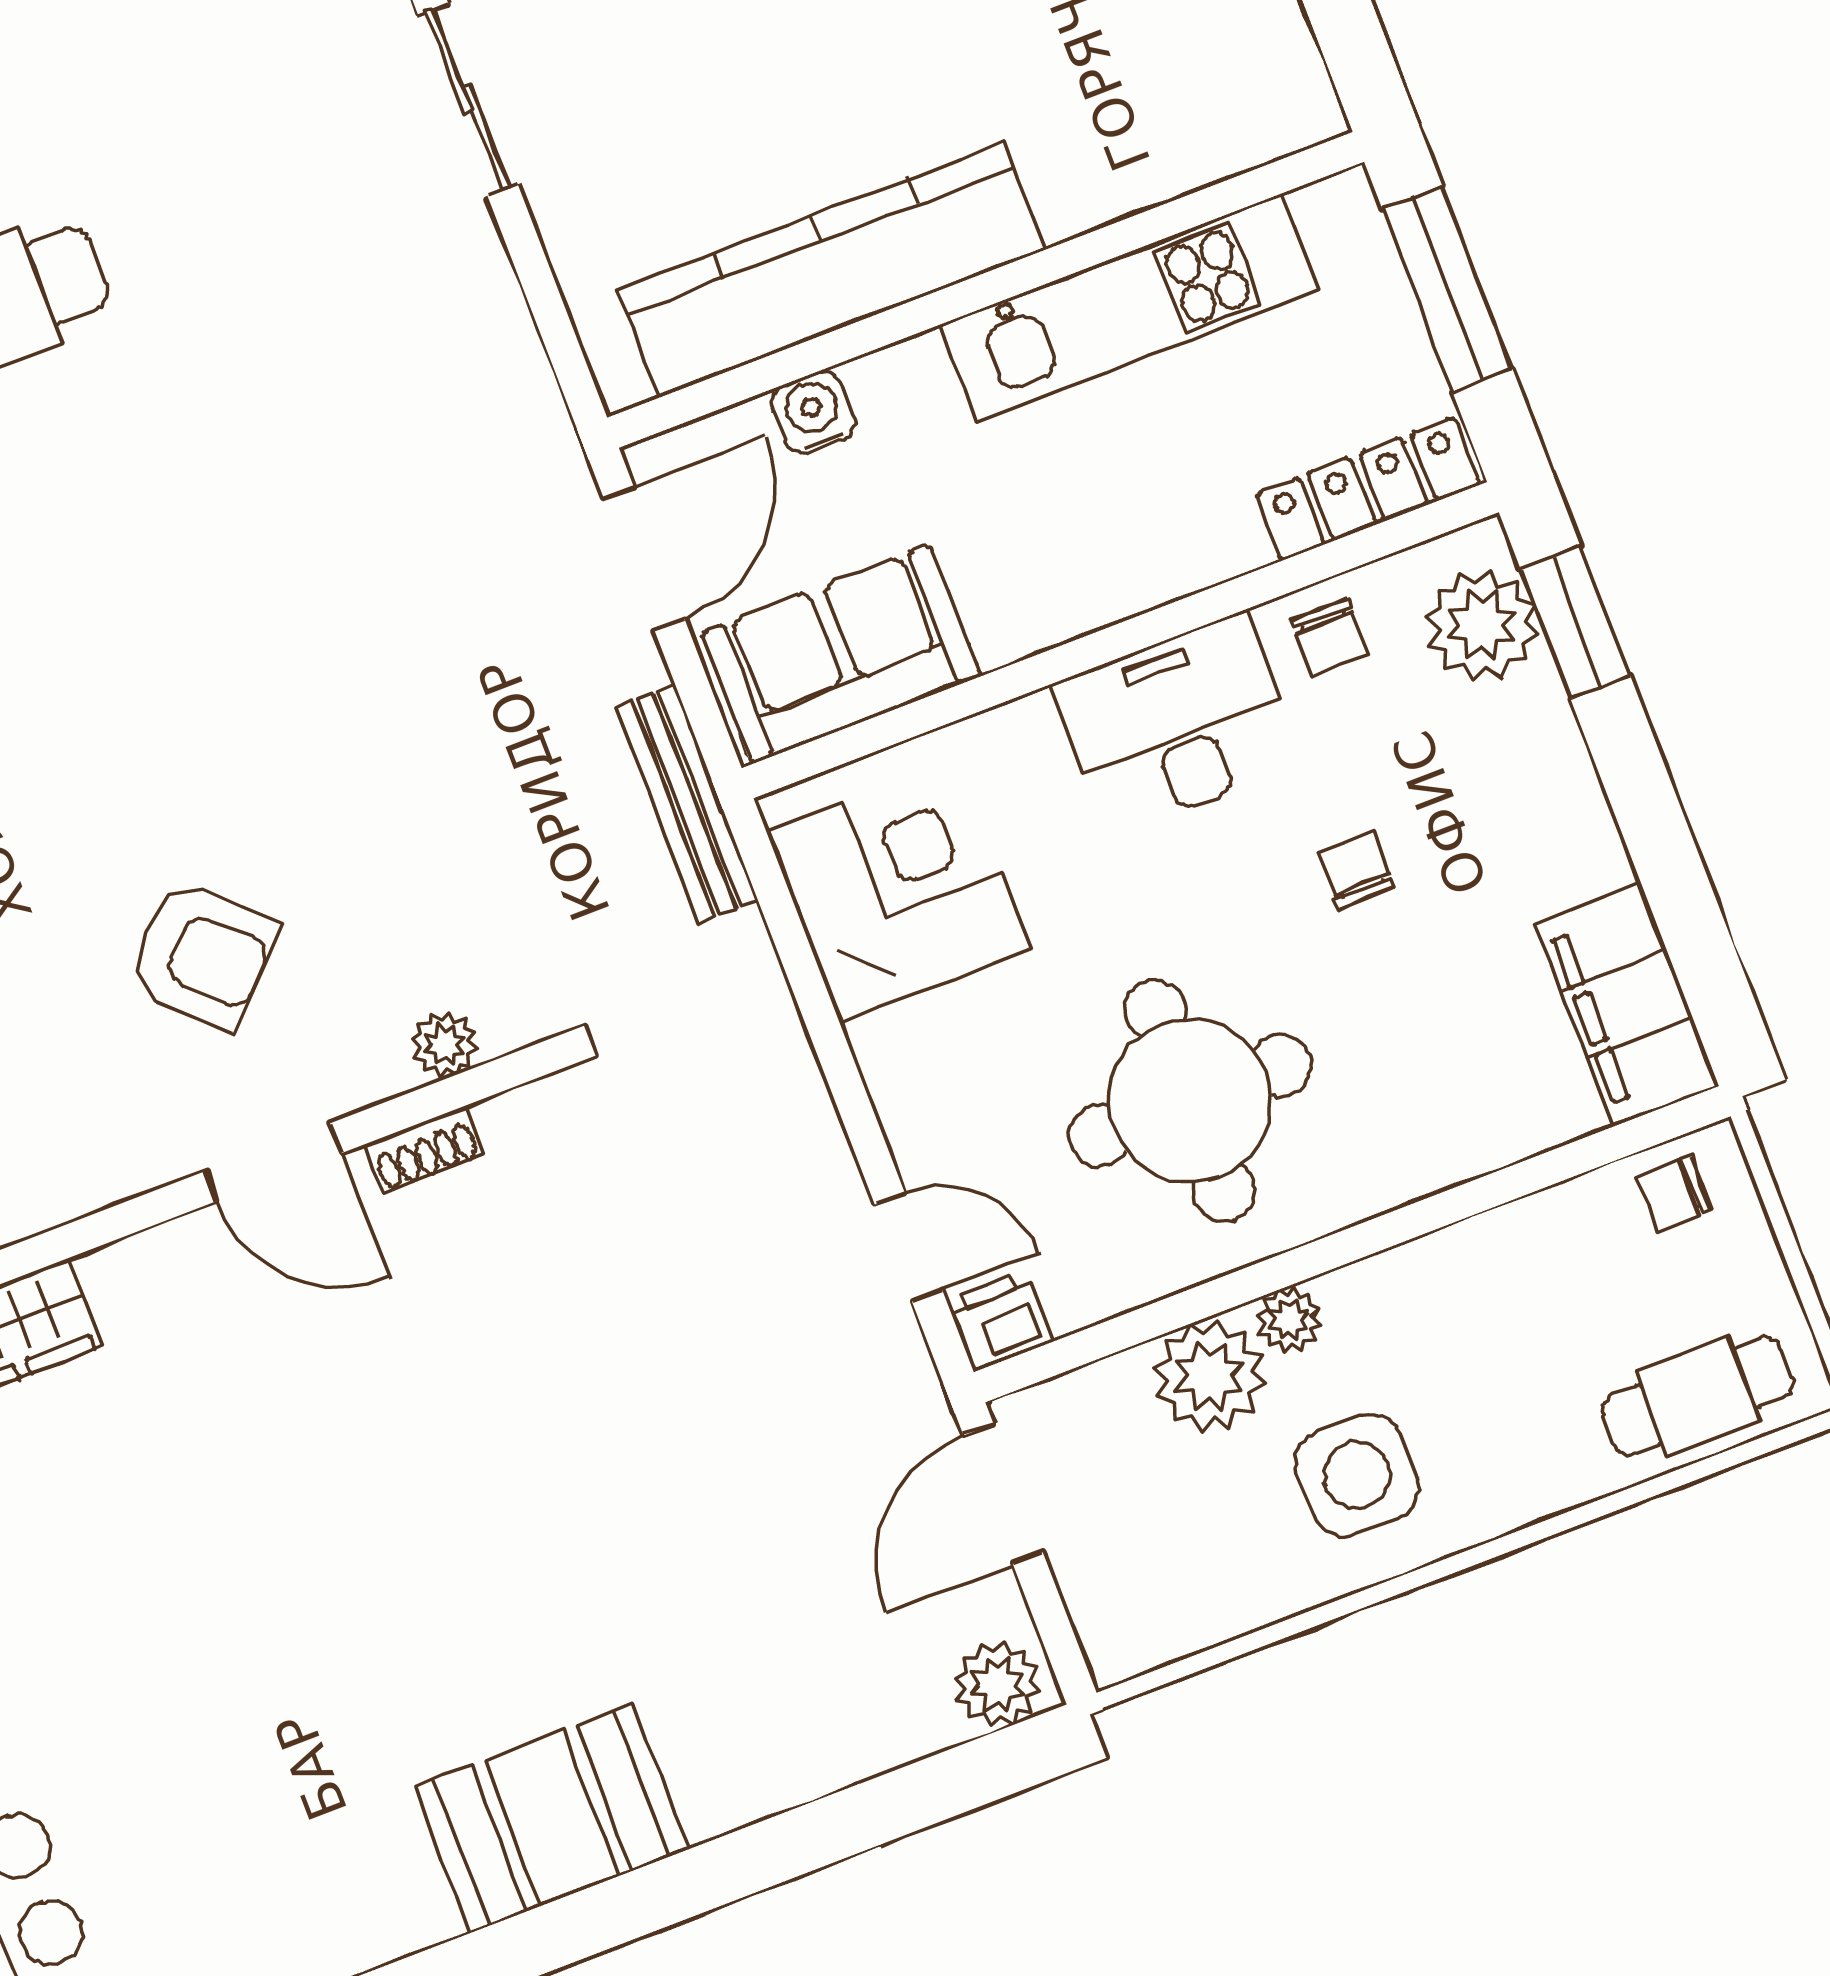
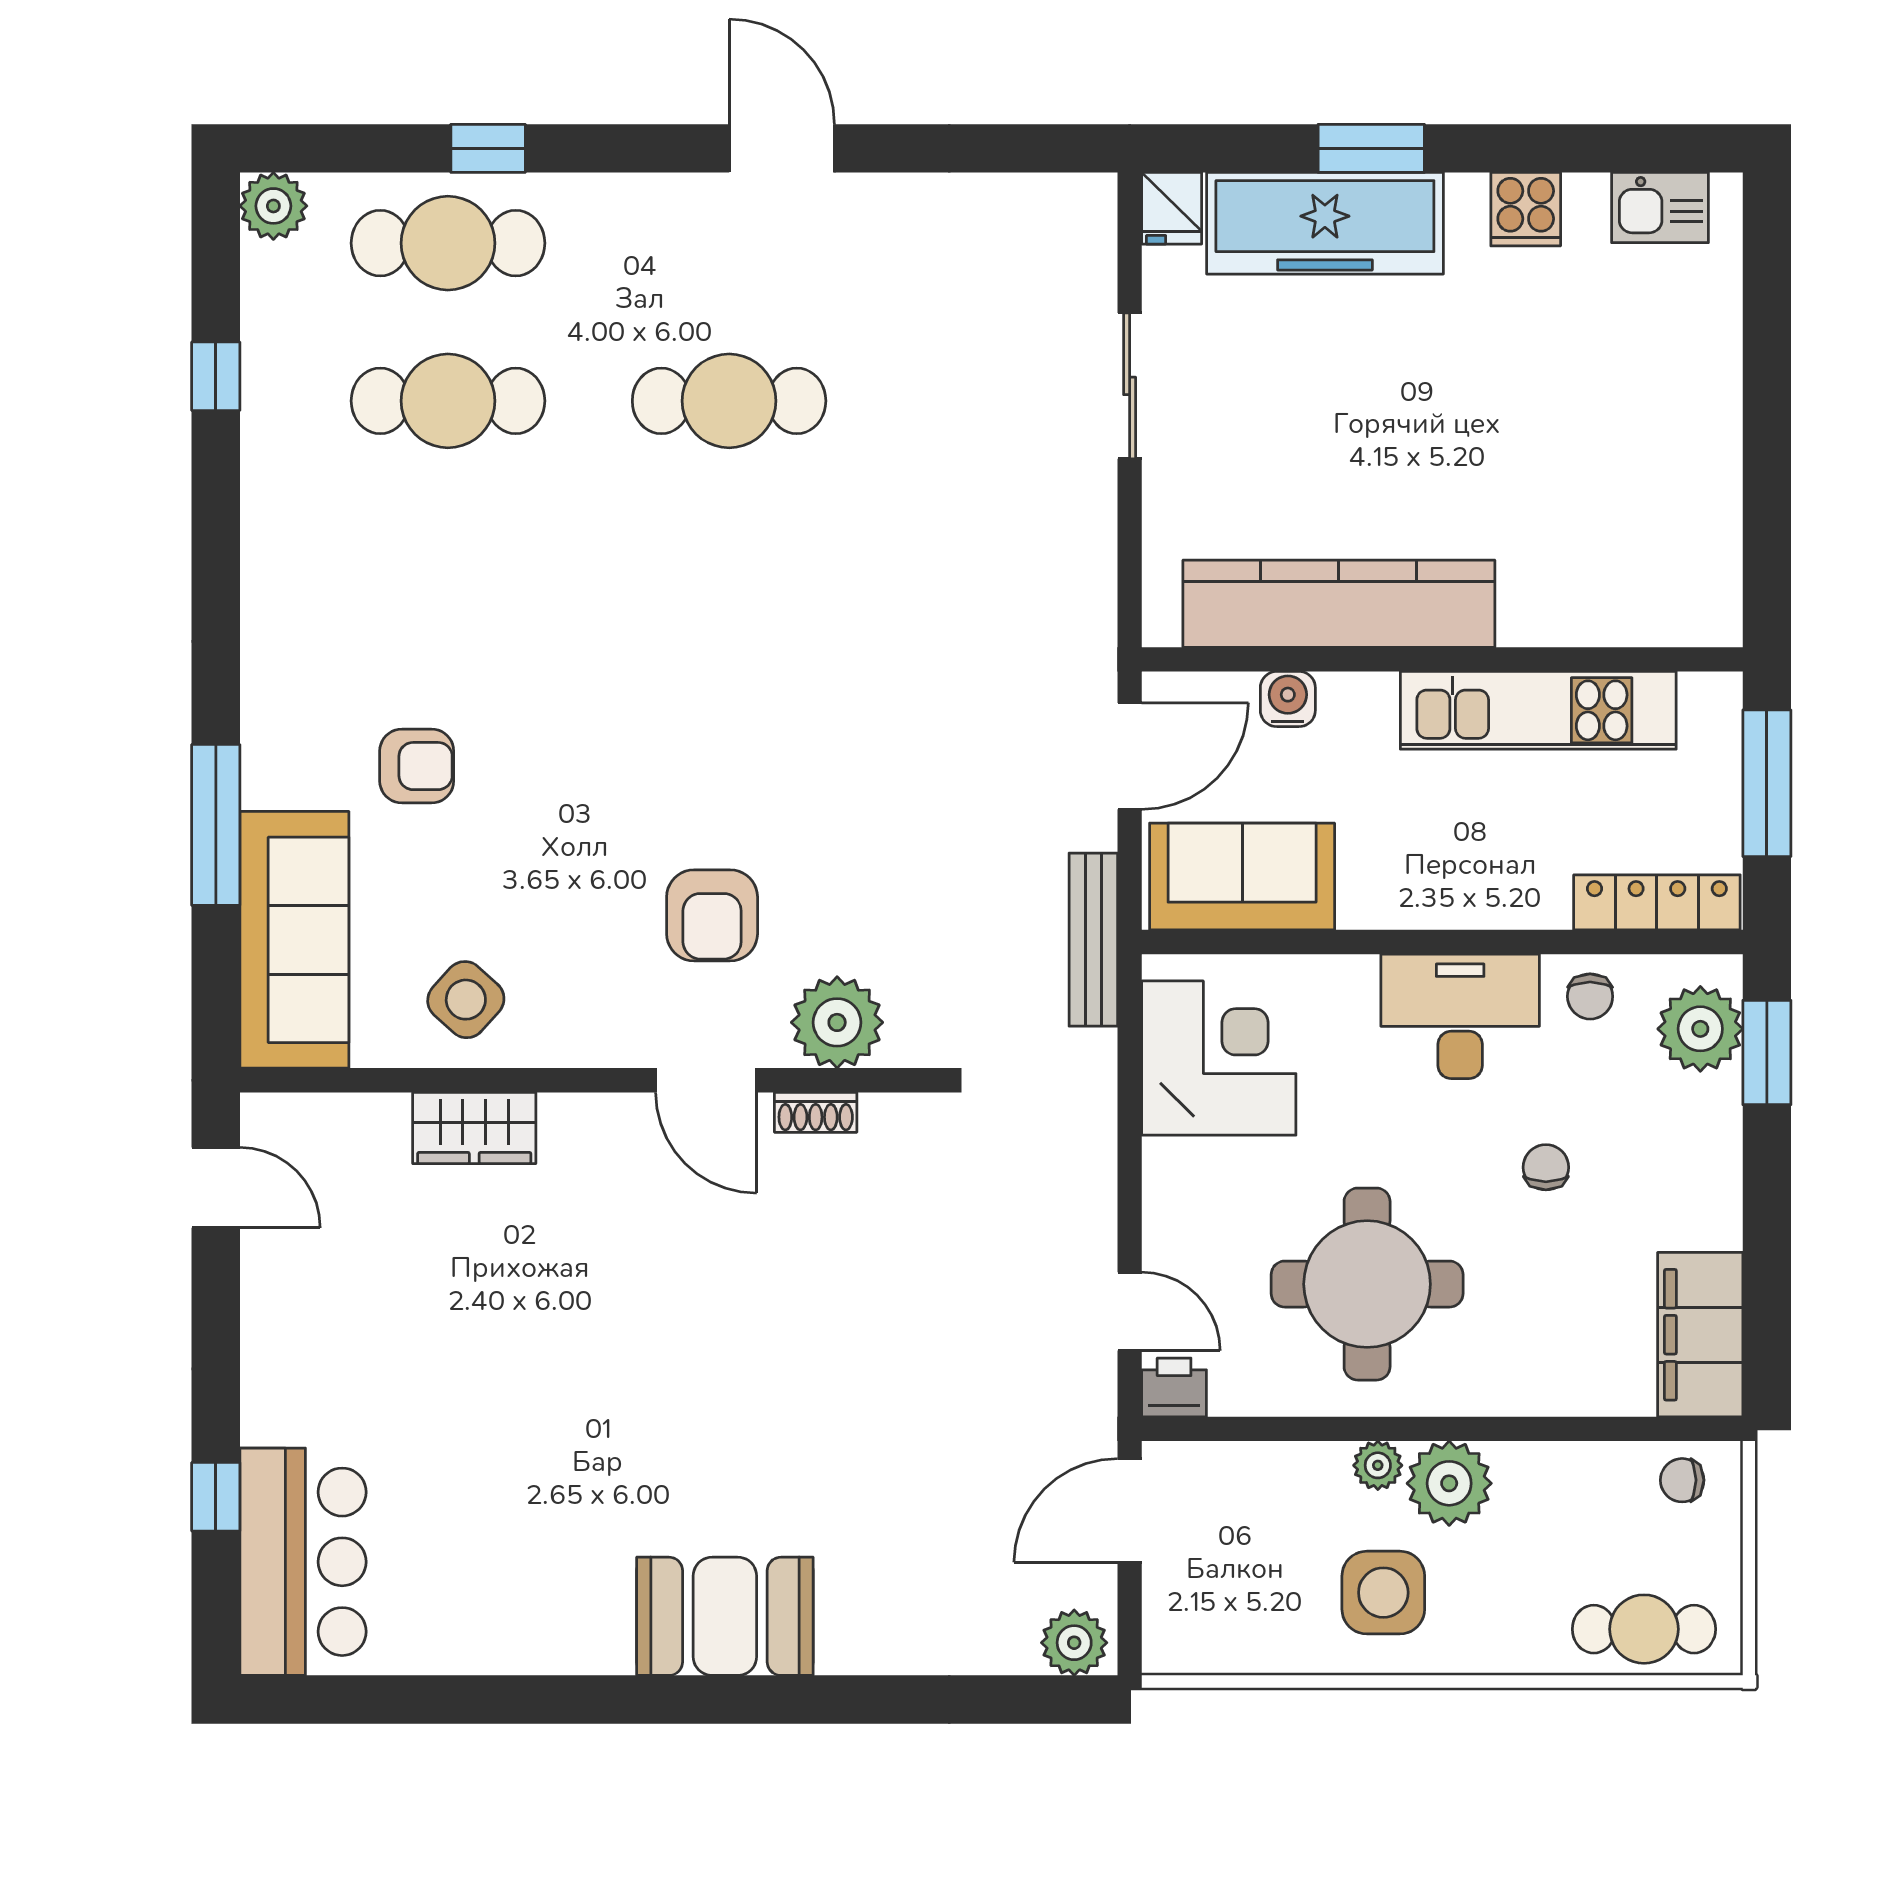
armchair: (202, 955) -> (712, 915), turned 46
plant: (445, 1044) -> (837, 1022), width x1.88, depth x1.88
plant: (1209, 1376) -> (1449, 1483), moved

